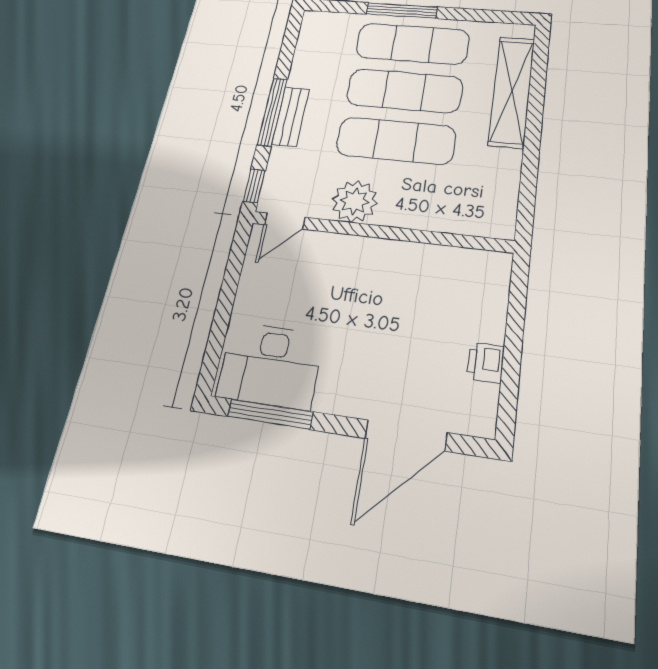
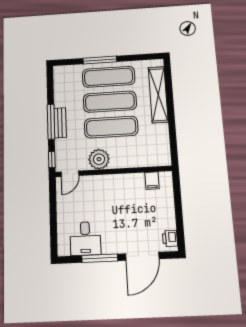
filing cabinet: (463, 266) -> (152, 181), added
printer: (486, 363) -> (170, 238), moved
desk: (270, 365) -> (85, 239), width x0.73
window: (270, 414) -> (100, 258), moved

